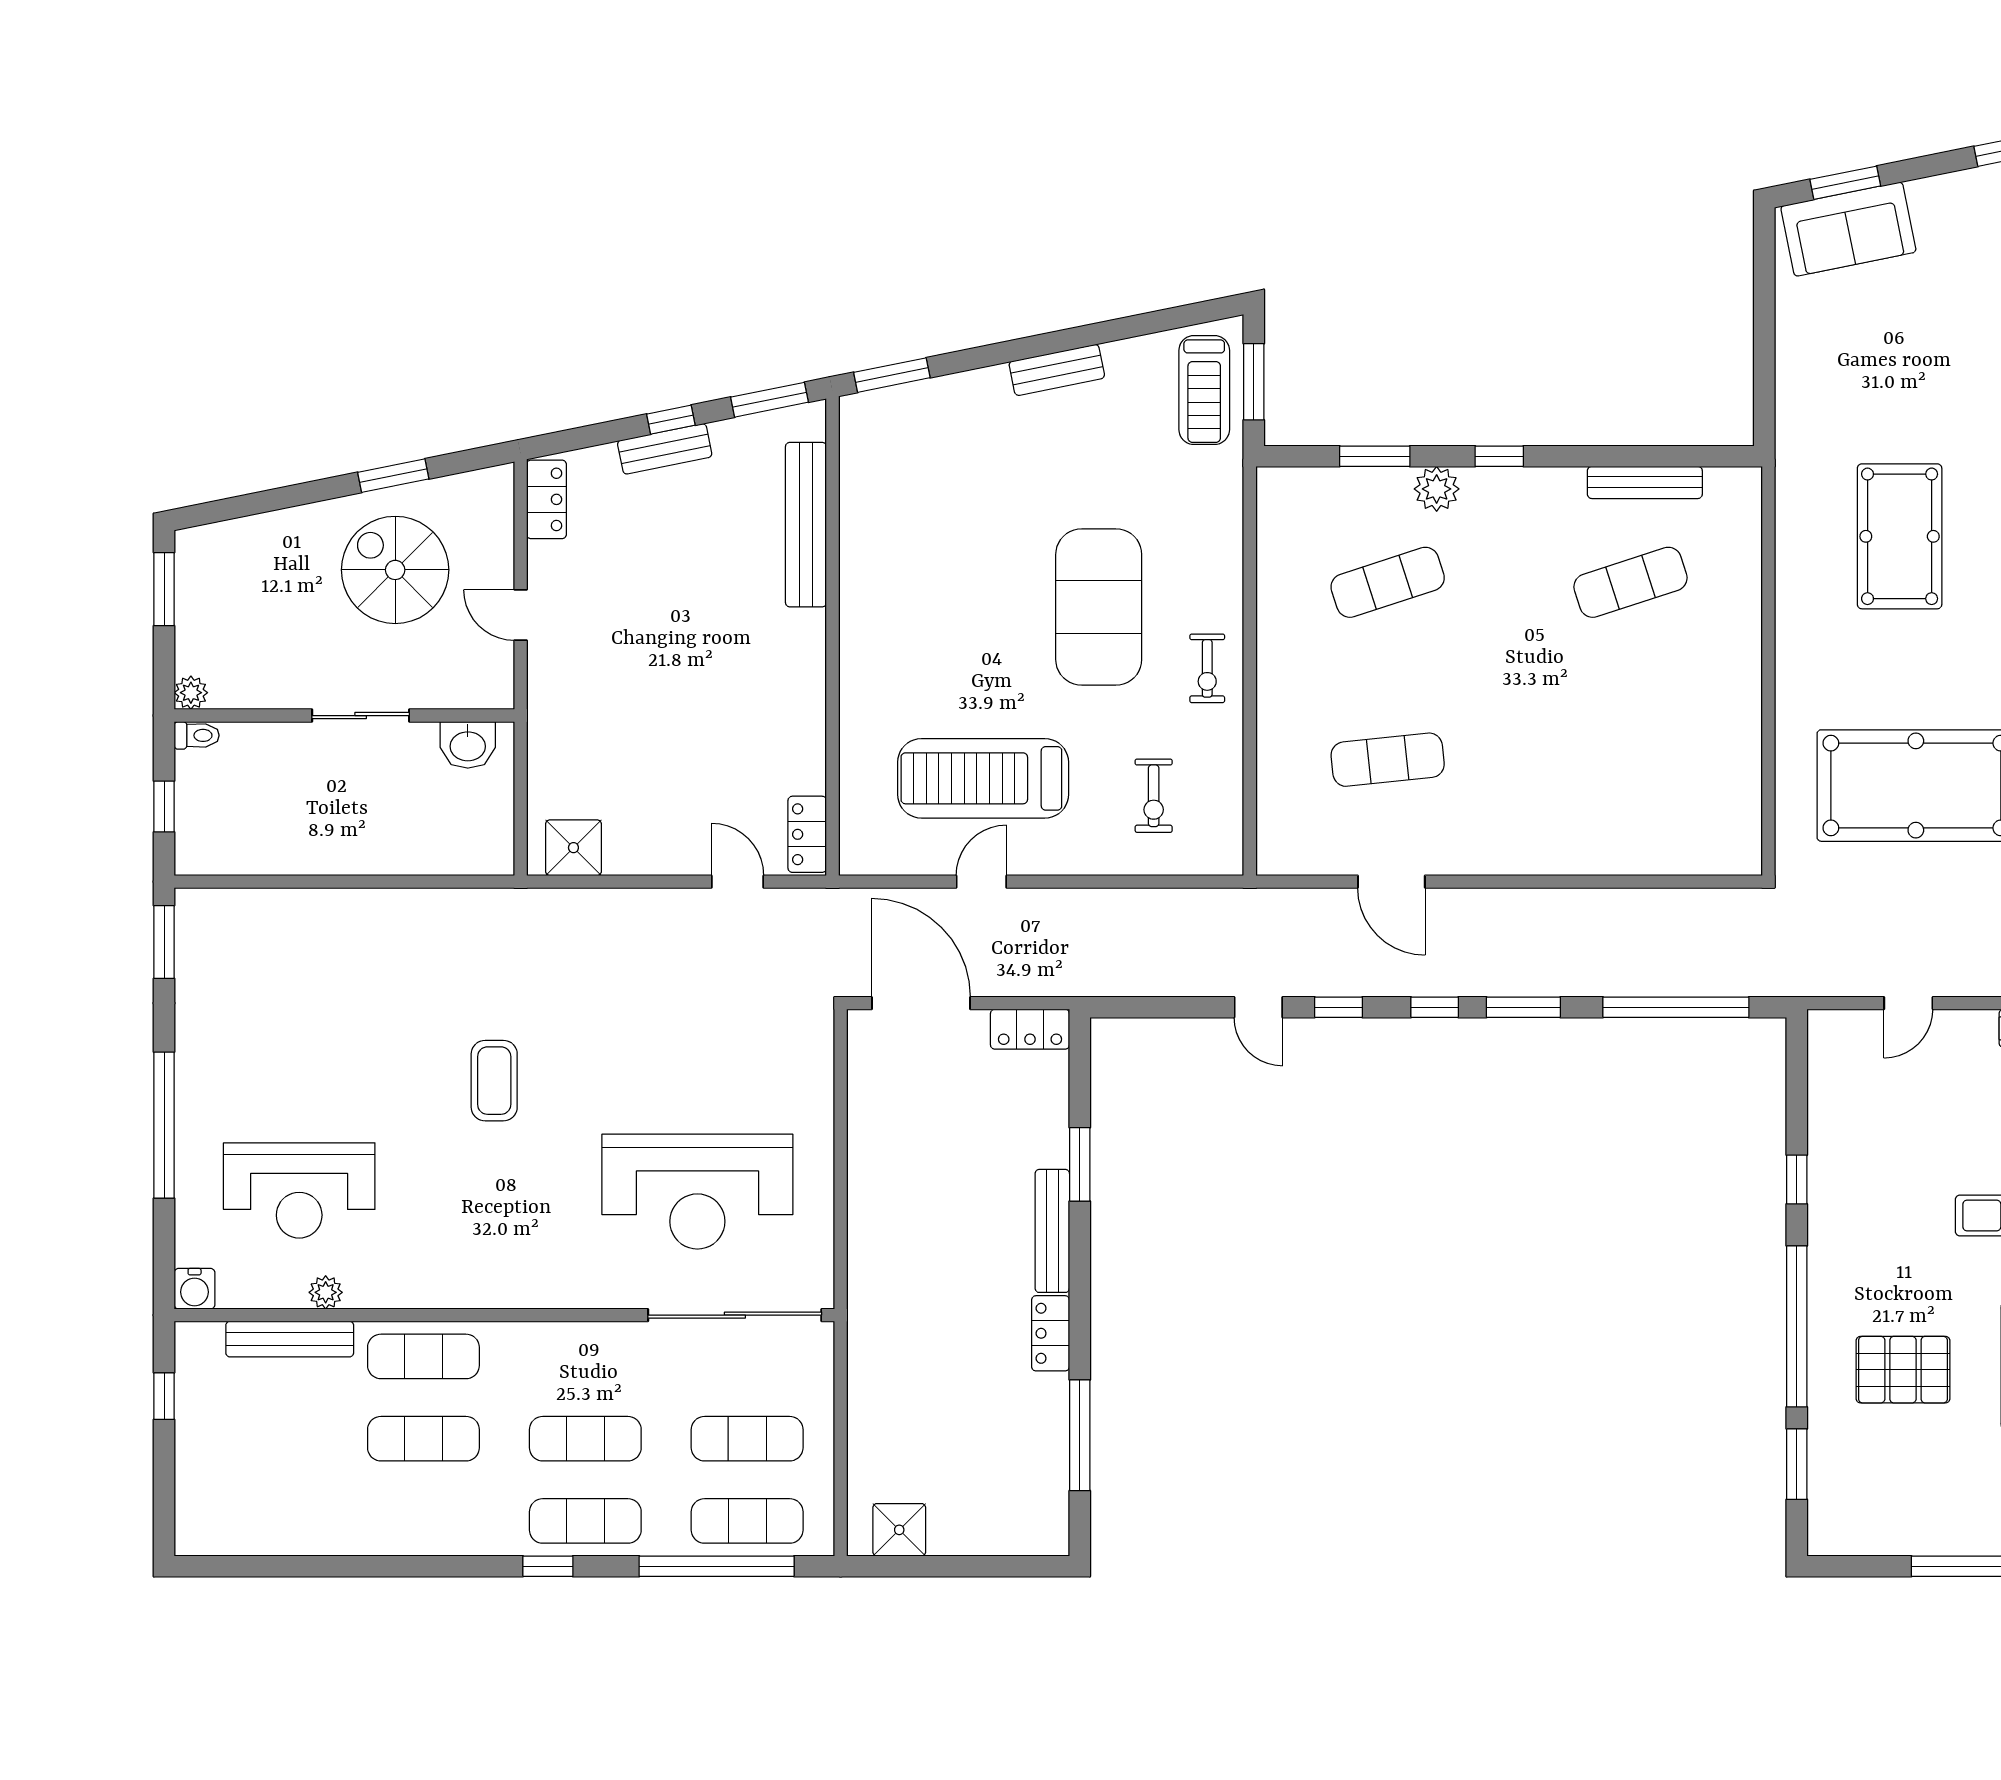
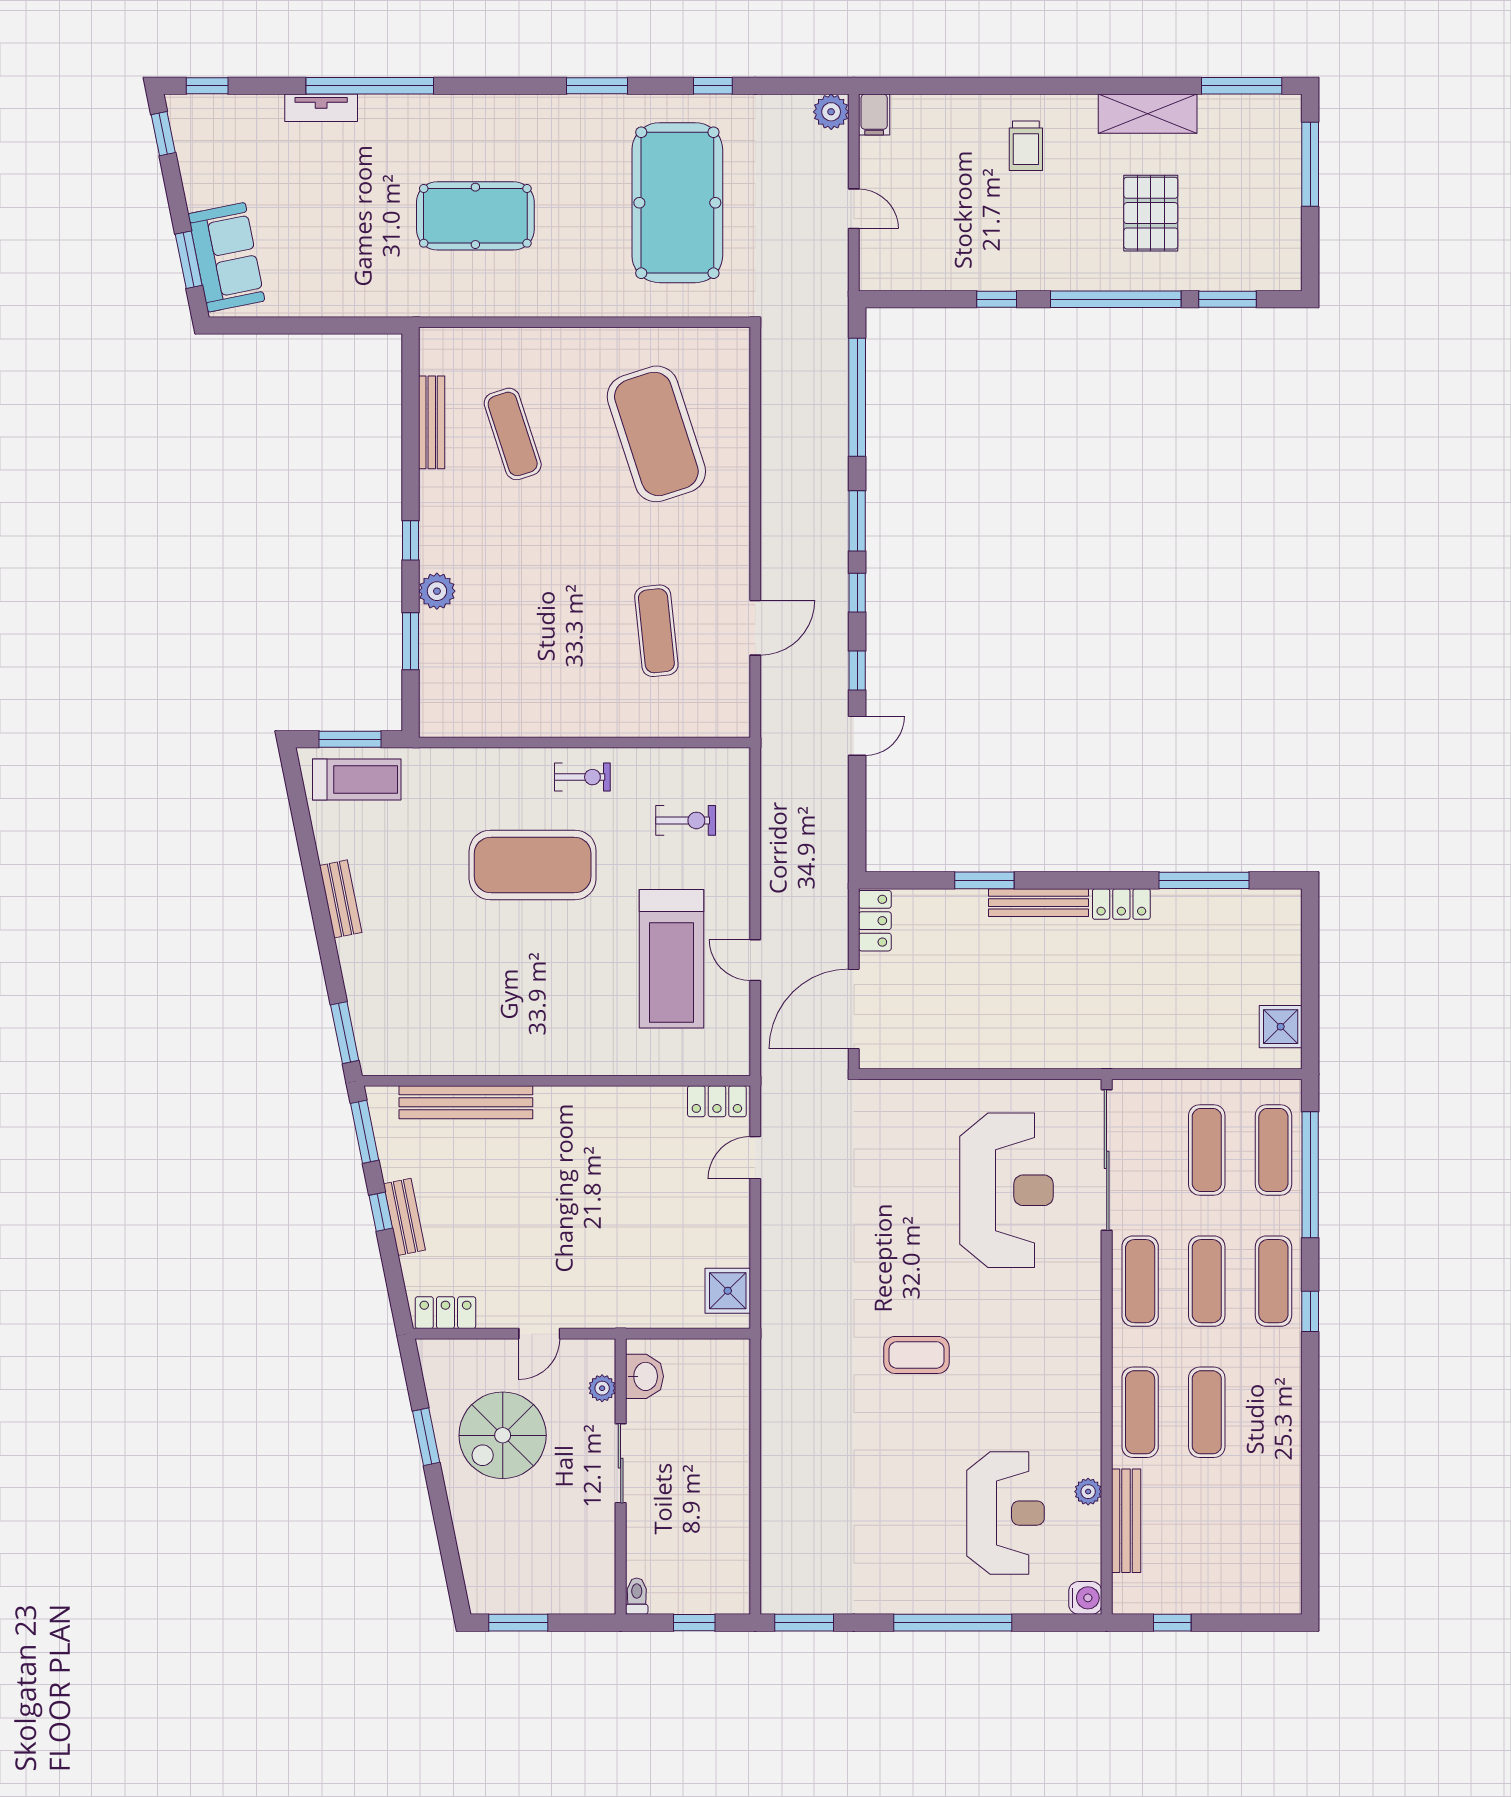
exercise mat: (1388, 582) -> (656, 434), moved, width x2.00, depth x1.45
plant: (191, 693) -> (602, 1388), moved
exercise mat: (585, 1356) -> (1140, 1281), added

